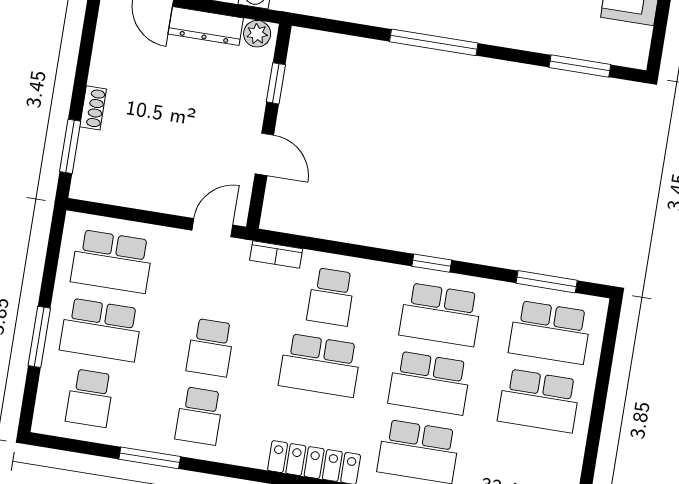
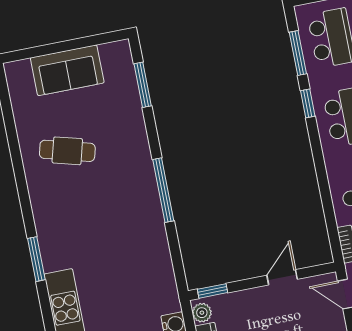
window: (276, 83) -> (213, 291), moved
window: (432, 263) -> (308, 103), moved

